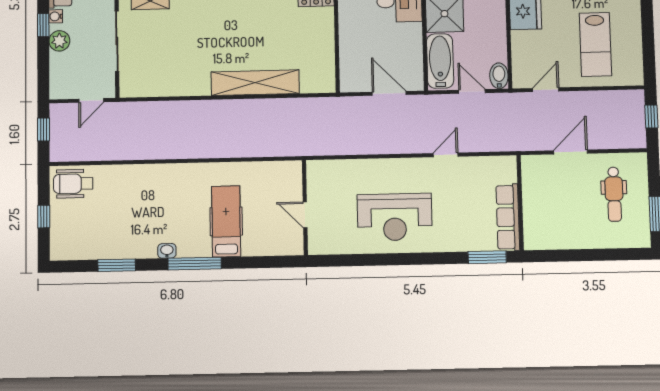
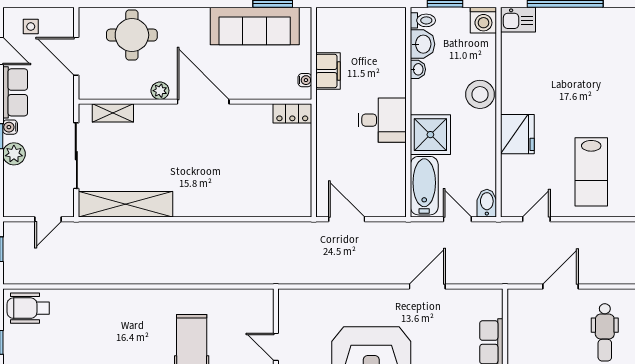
shelving: (255, 83) -> (126, 204), moved
door: (389, 93) -> (347, 219), moved
door: (446, 155) -> (427, 287), width x1.38

